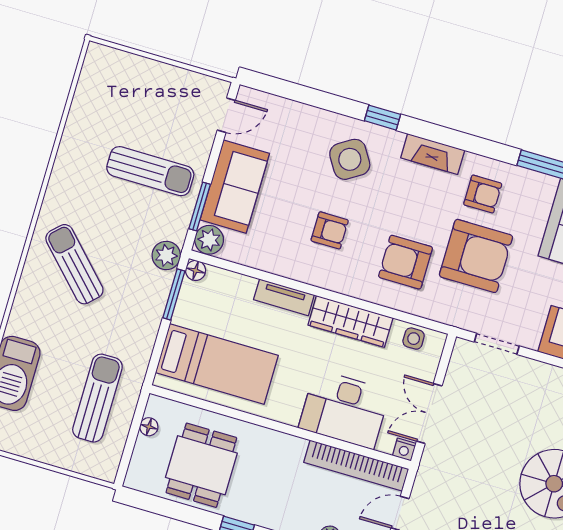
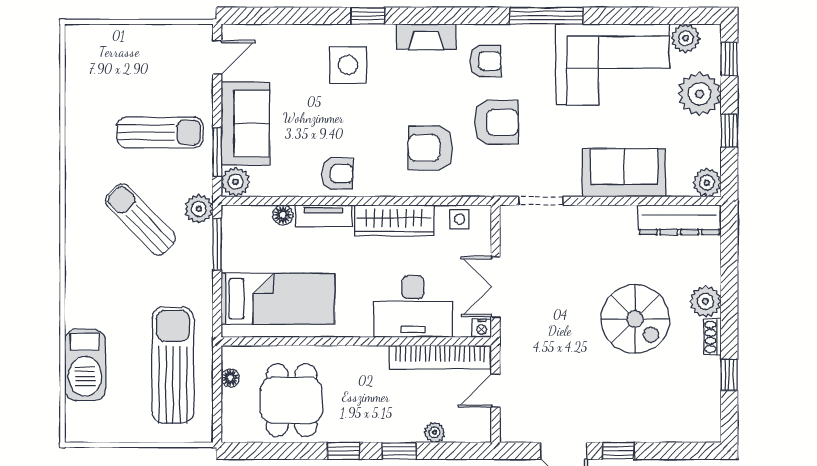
side table: (350, 159) -> (348, 65), turned 32
armchair: (330, 230) -> (337, 174), moved
armchair: (476, 256) -> (496, 122), width x0.73, depth x0.73
sun lounger: (74, 264) -> (140, 219), moved
floor lamp: (196, 270) -> (283, 215), moved
sun lounger: (97, 398) -> (173, 365), width x1.36, depth x1.34

